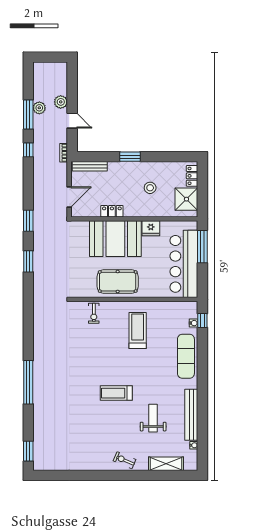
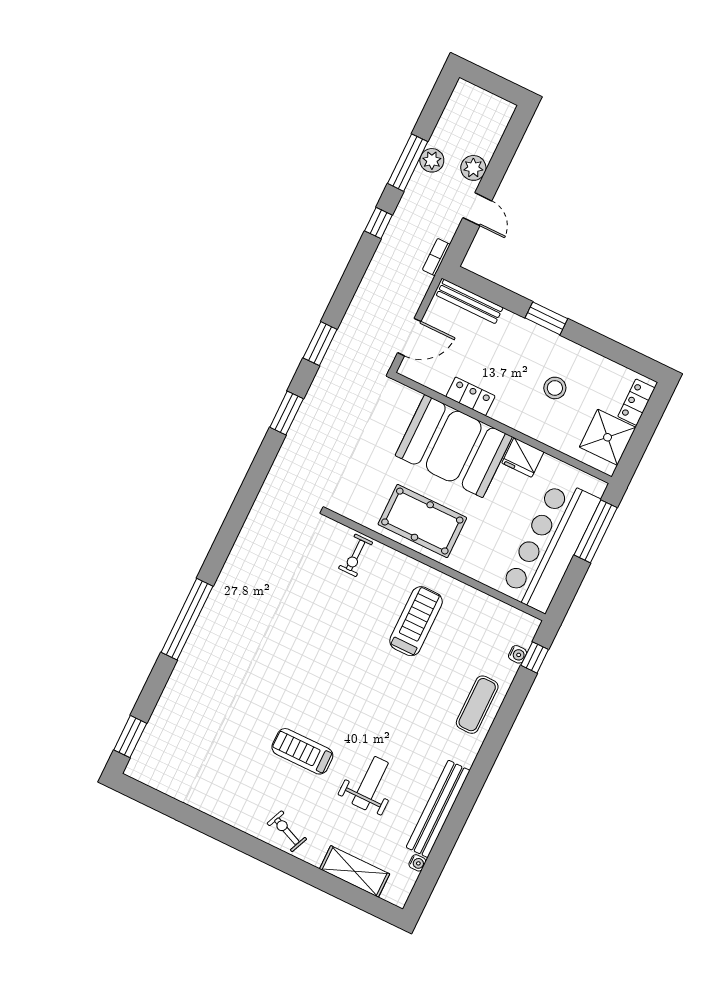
exercise mat: (186, 356) -> (477, 705), width x0.73, depth x0.69
treadmill: (116, 393) -> (302, 751), moved

